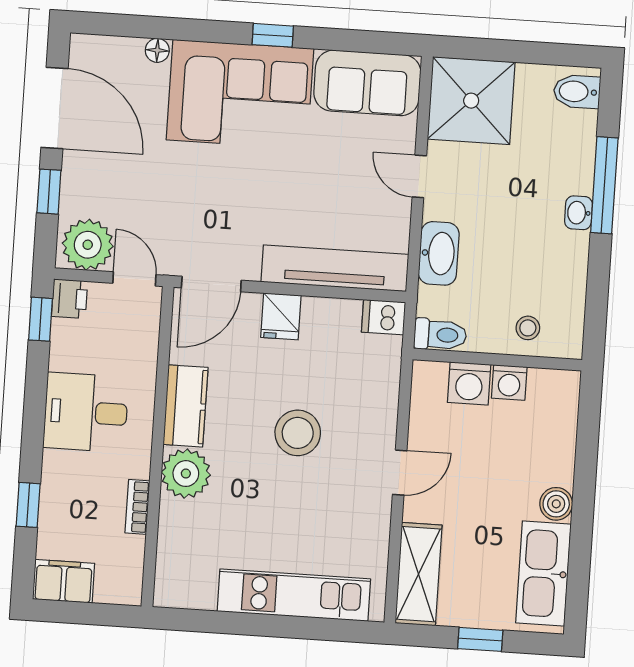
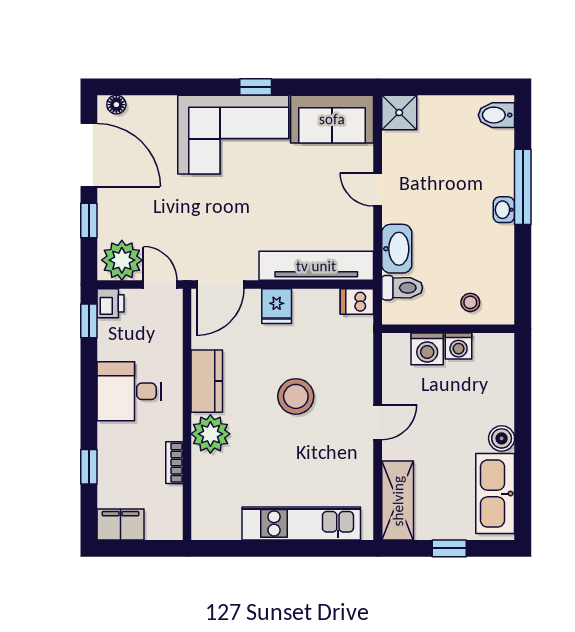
floor lamp: (157, 50) -> (116, 105), moved
shower: (471, 101) -> (399, 113), width x0.54, depth x0.54
toilet: (440, 335) -> (402, 288), moved

